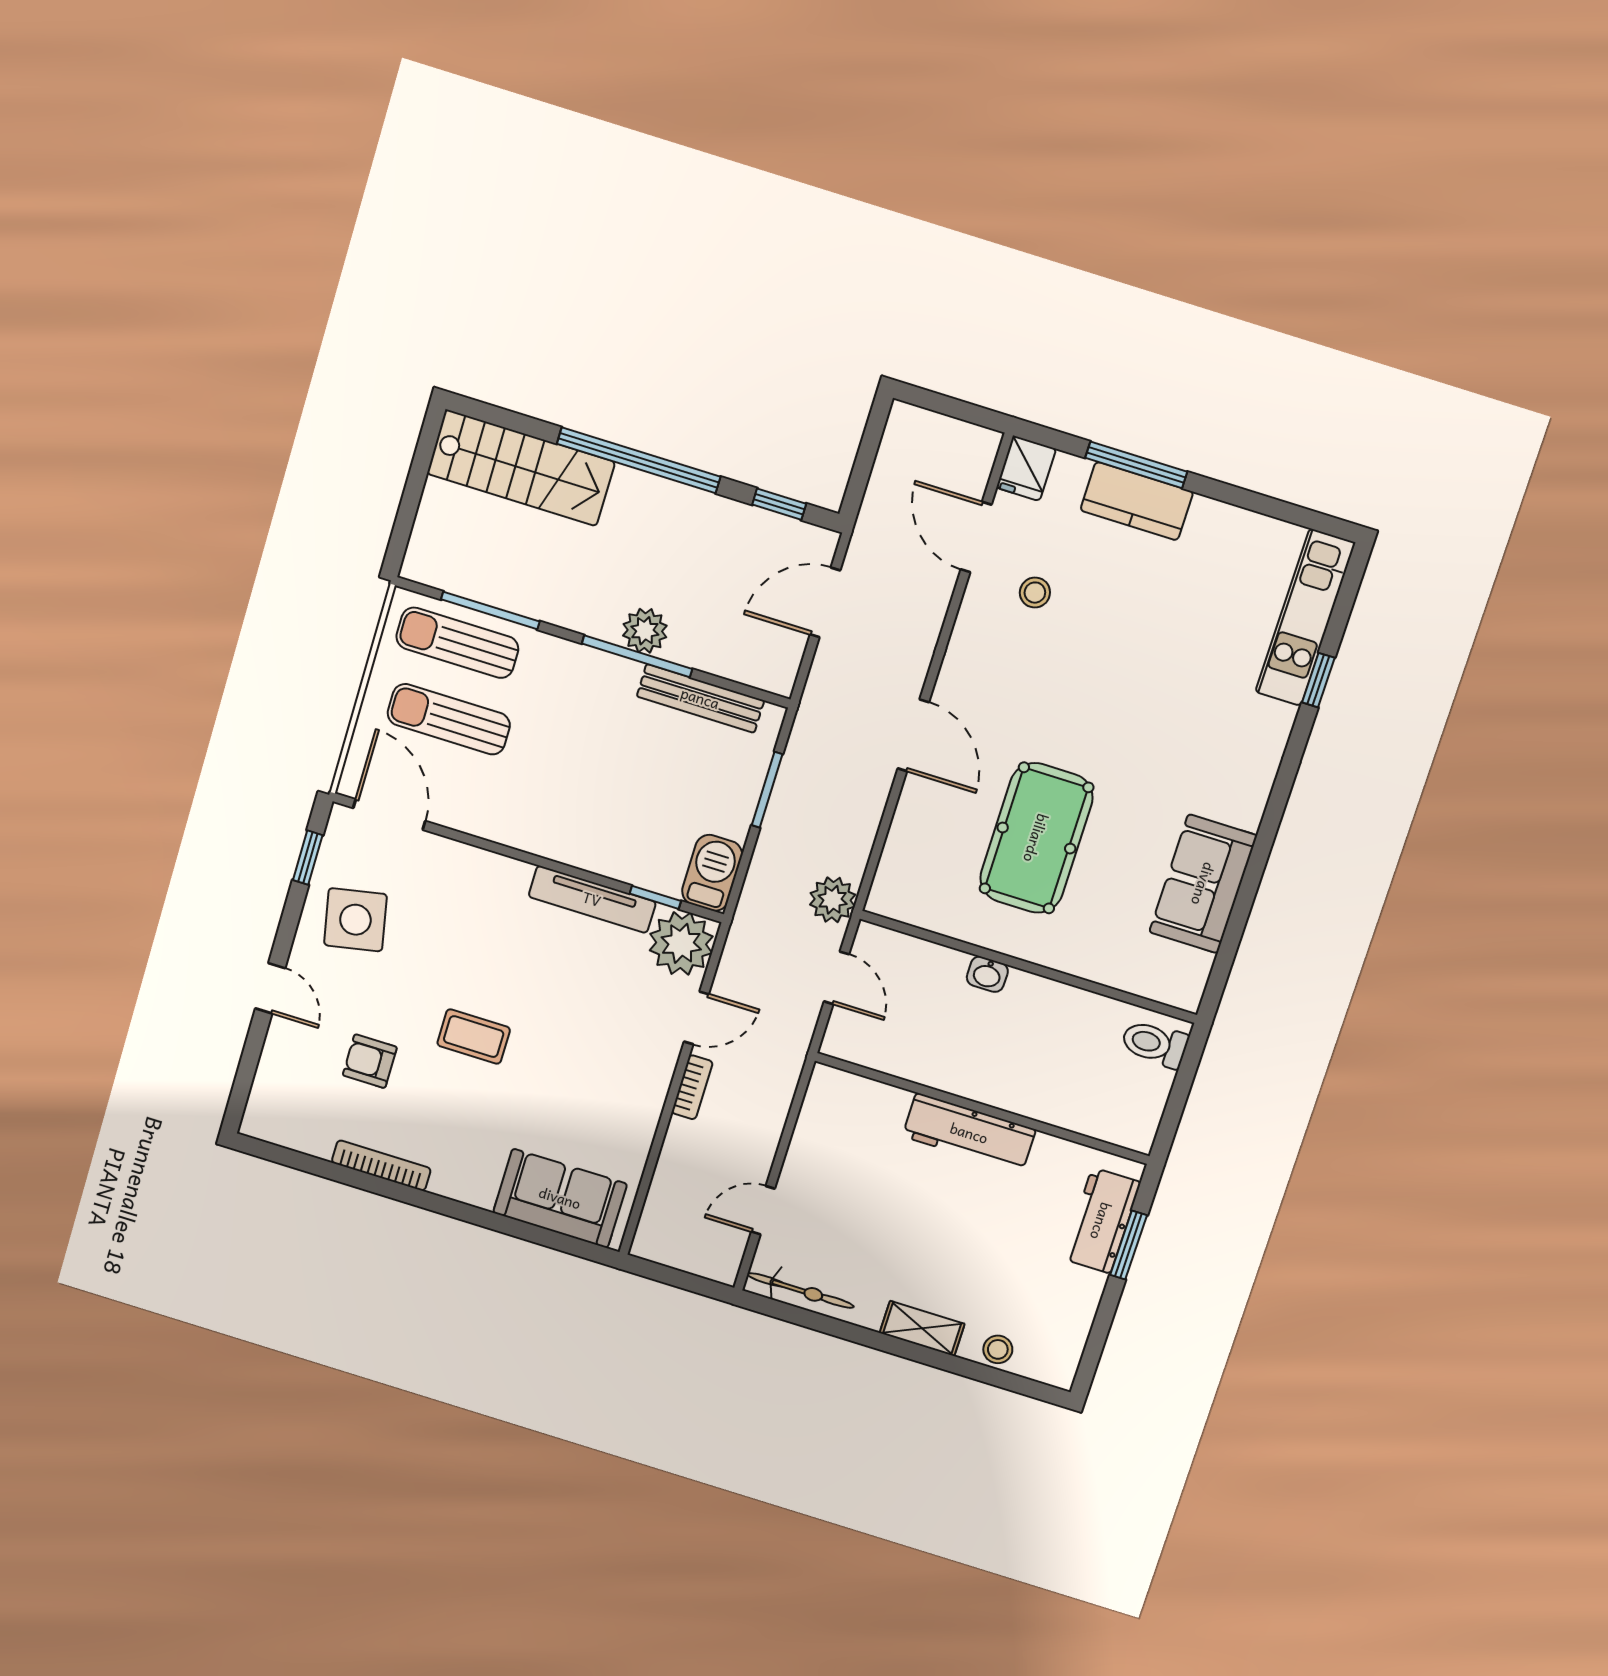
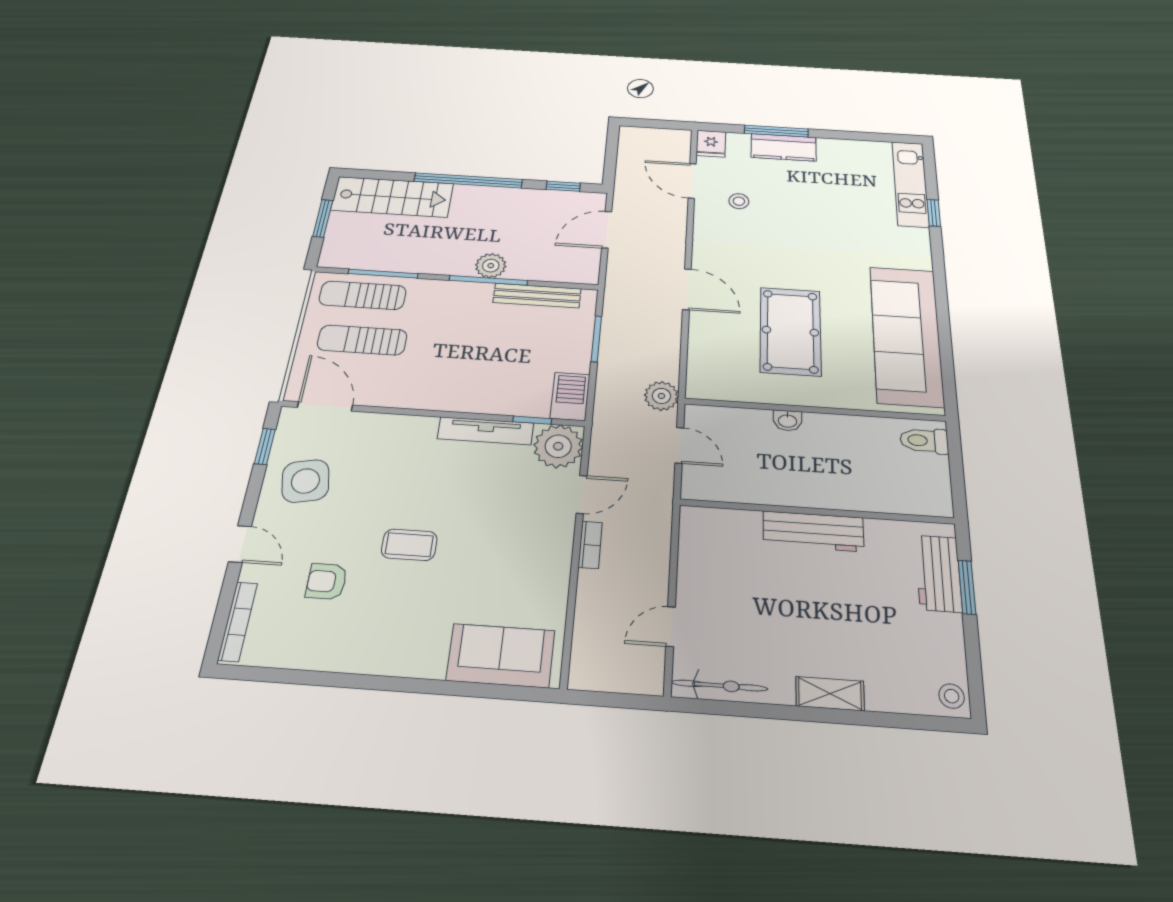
window: (414, 487) -> (323, 218), added
sofa: (1203, 884) -> (906, 335), width x1.85, depth x1.27
bookcase: (381, 1165) -> (238, 621), moved, turned 90
stool: (998, 1349) -> (952, 696), moved

